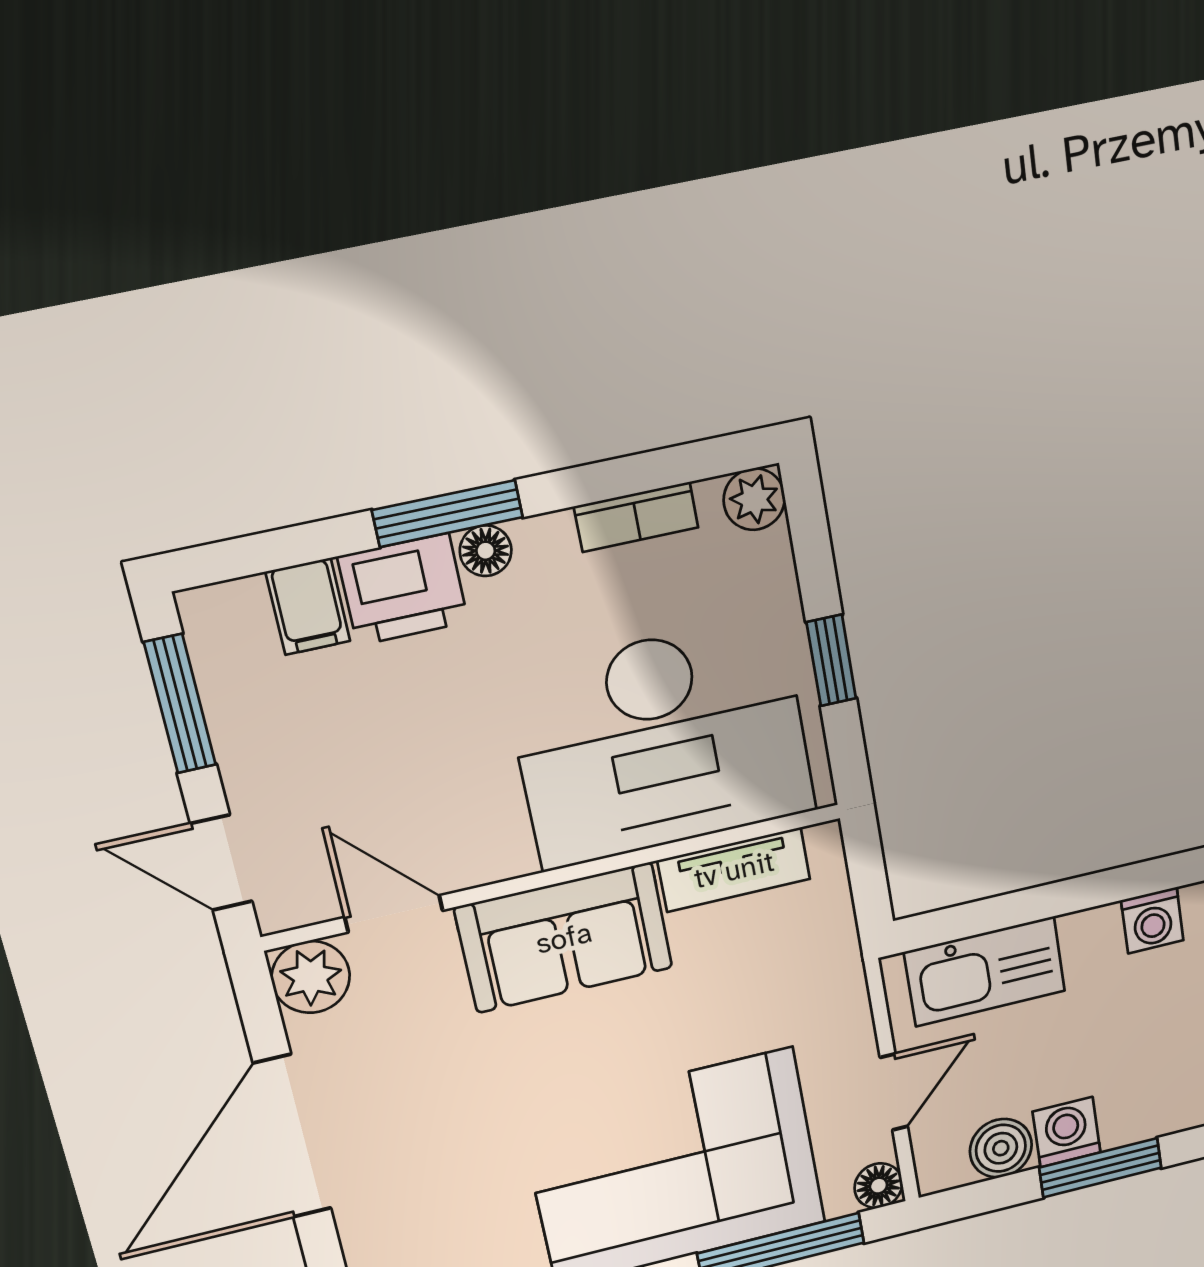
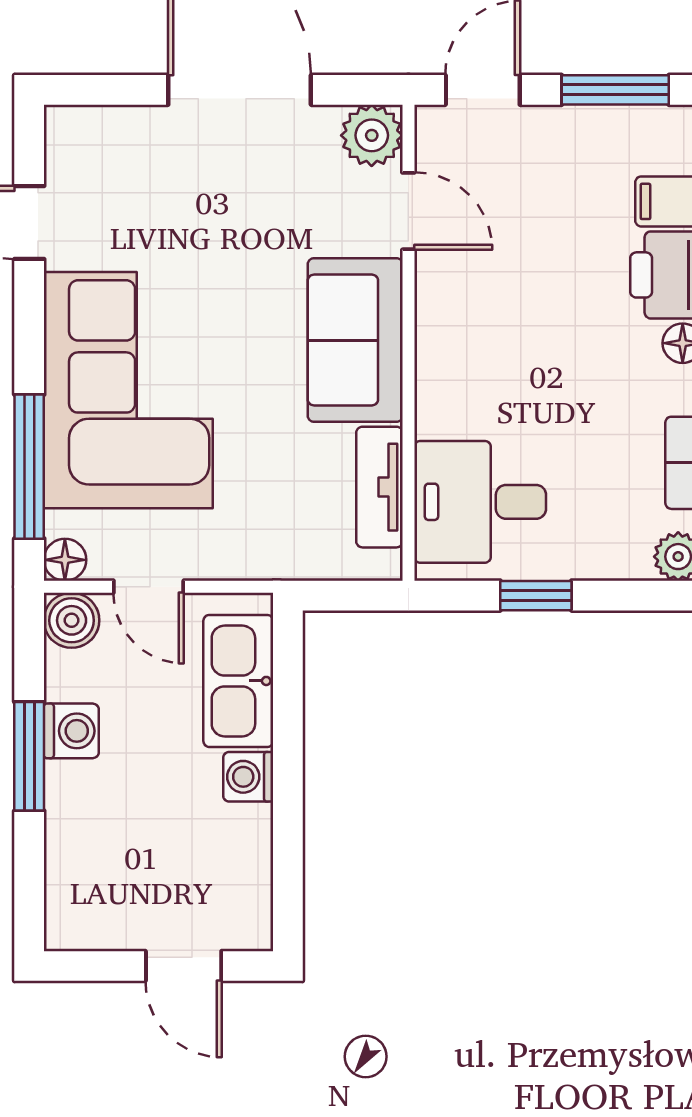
desk: (661, 742) -> (480, 502), width x0.53, depth x0.77
door: (394, 914) -> (408, 211), hinge flipped
washing machine: (1152, 920) -> (248, 777), moved
boiler: (1001, 1148) -> (72, 620), moved

